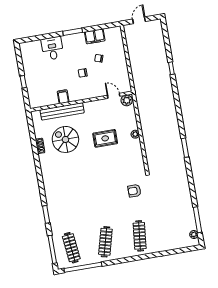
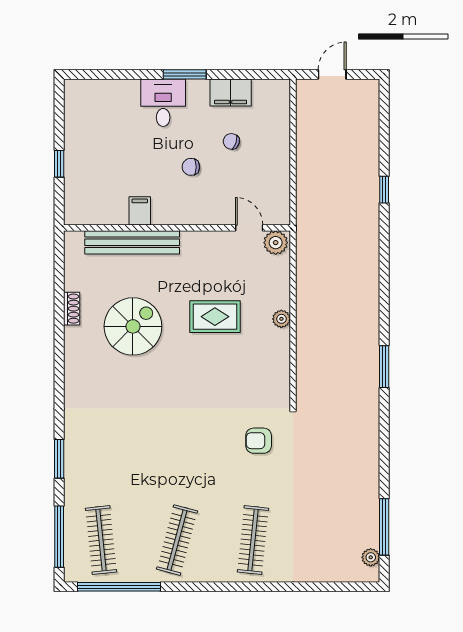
desk: (52, 48) -> (163, 103), moved
spiral stairs: (65, 139) -> (133, 326), moved, turned 90

